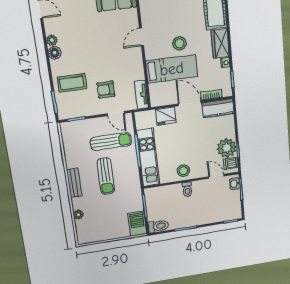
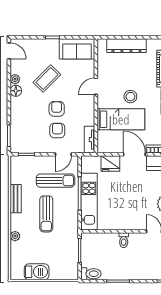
armchair: (102, 67) -> (57, 109), added
coffee table: (72, 83) -> (47, 78), moved, turned -45
armchair: (106, 90) -> (57, 130), turned 90
door: (116, 114) -> (63, 154), hinge flipped
stool: (183, 171) -> (122, 220), removed
bench: (74, 183) -> (16, 199), moved
plant: (78, 215) -> (15, 236), moved
barbecue: (137, 224) -> (37, 272), moved, turned 90

